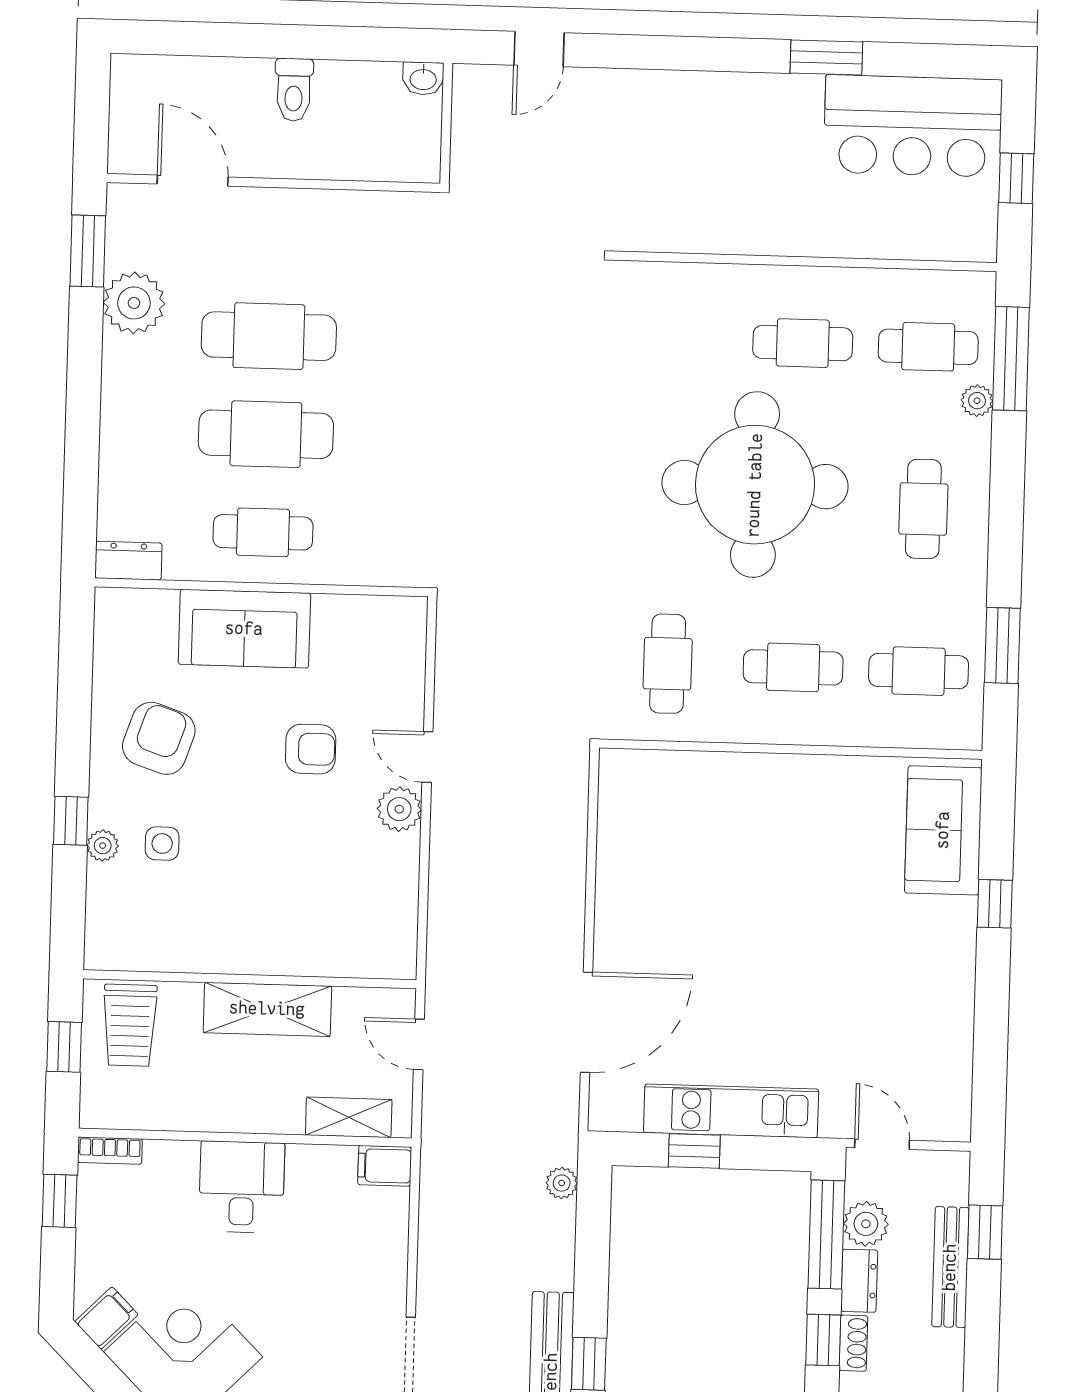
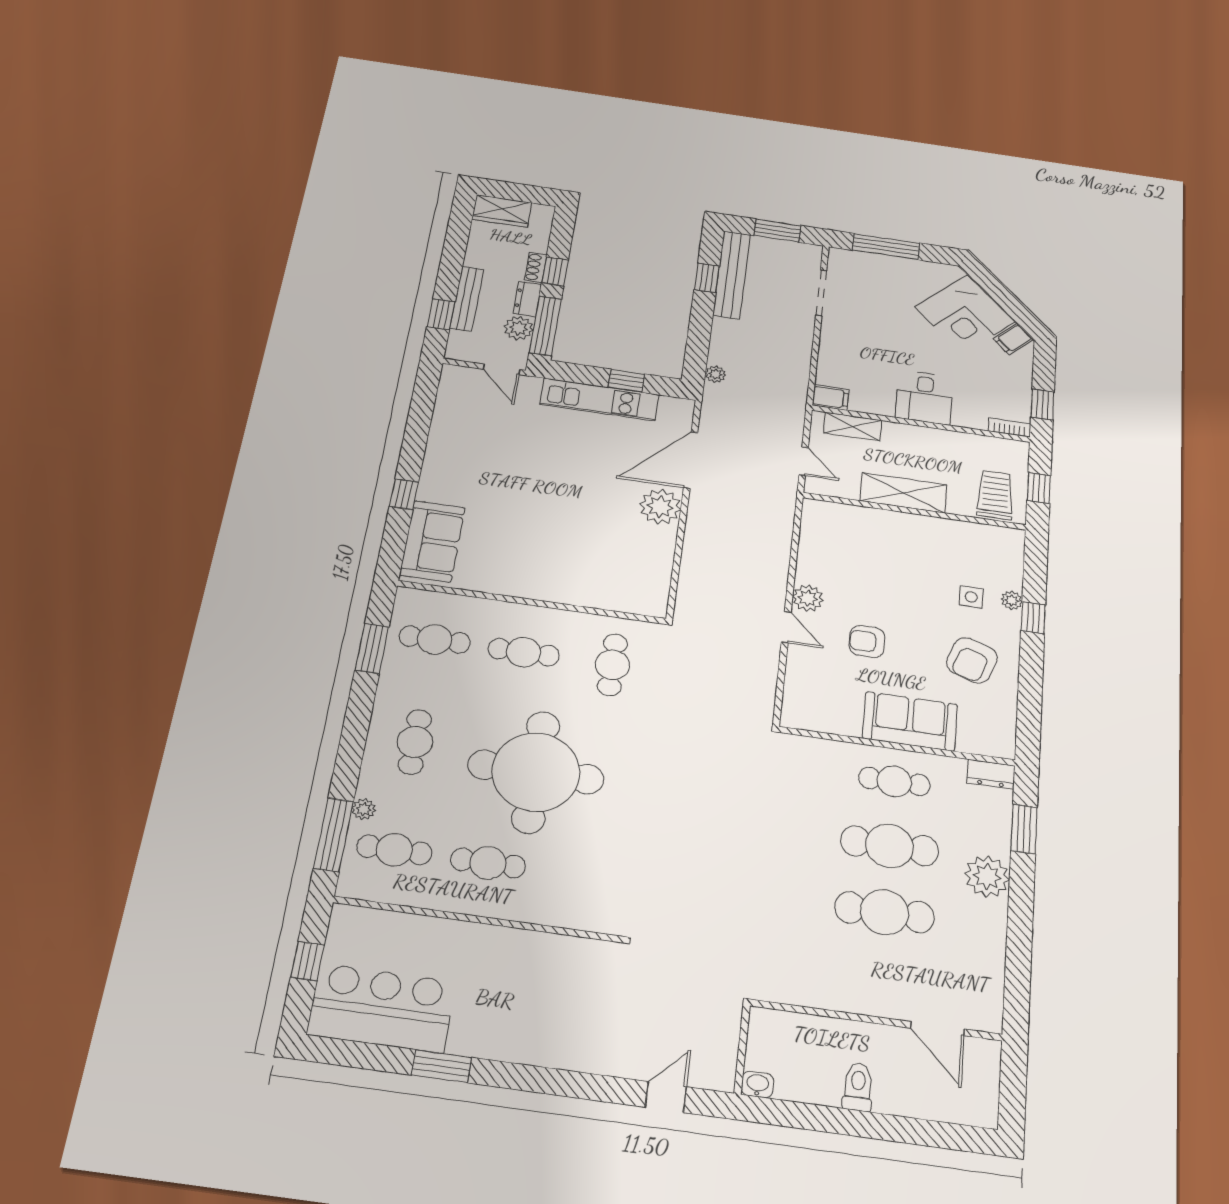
window: (88, 251) -> (1024, 829), moved
plant: (134, 303) -> (987, 877), moved
plant: (624, 934) -> (660, 507), added

